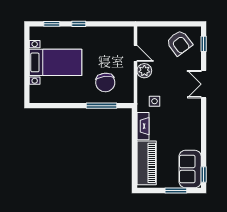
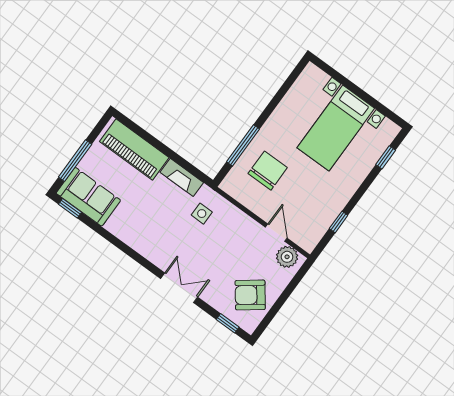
window: (79, 24) -> (339, 222), moved
door: (135, 53) -> (276, 233), swing flipped
plant: (144, 71) -> (287, 257), moved
chair: (105, 82) -> (268, 171), turned 96
window: (176, 190) -> (75, 161), width x1.44

